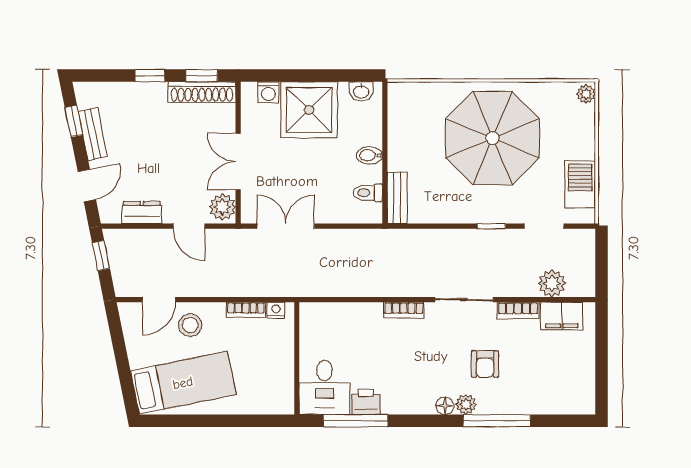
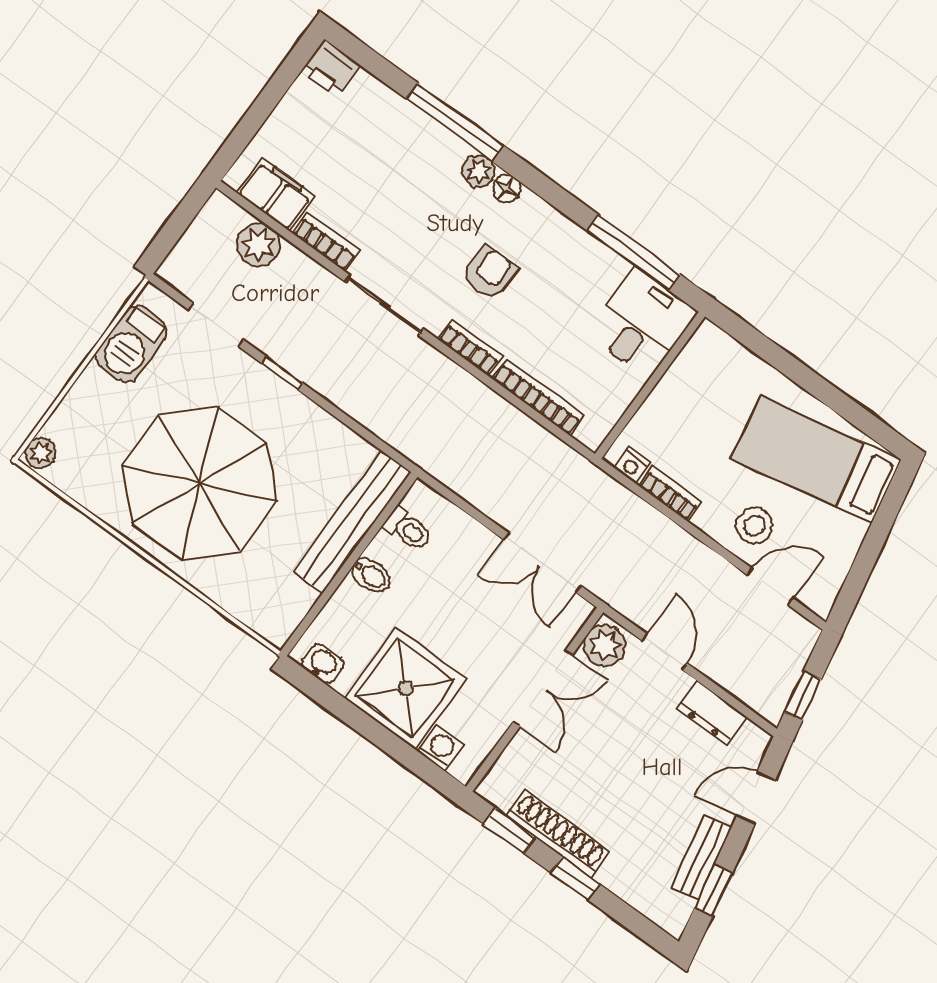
shoe rack: (202, 92) -> (558, 834), moved
bench: (397, 198) -> (352, 522), width x1.86, depth x1.21
bookcase: (350, 310) -> (538, 397), added
armchair: (485, 364) -> (490, 273), moved
printer: (366, 402) -> (330, 68), moved

